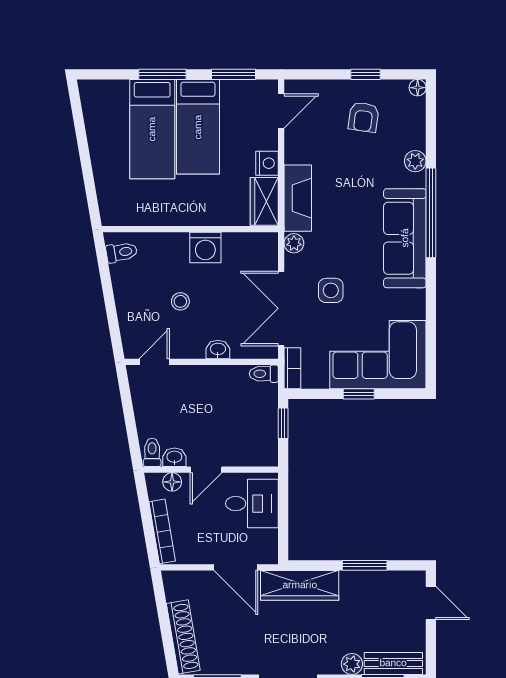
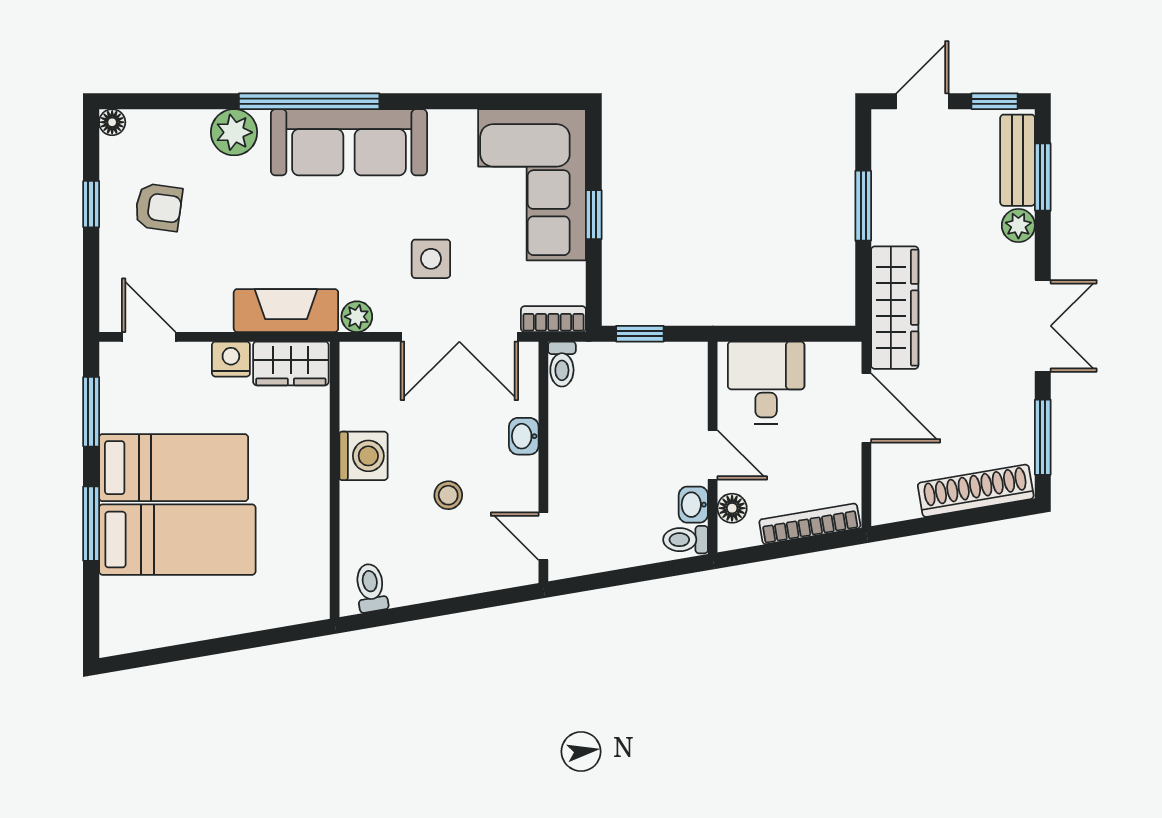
plant: (415, 161) -> (234, 132), width x1.38, depth x1.38
door: (236, 567) -> (866, 408), hinge flipped
window: (431, 649) -> (995, 101), added

